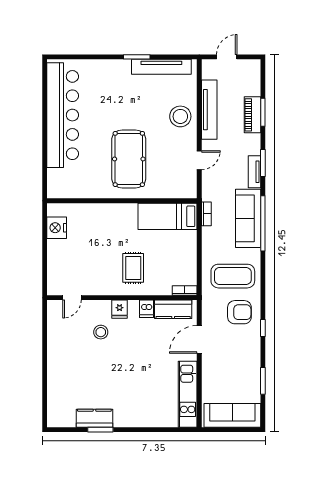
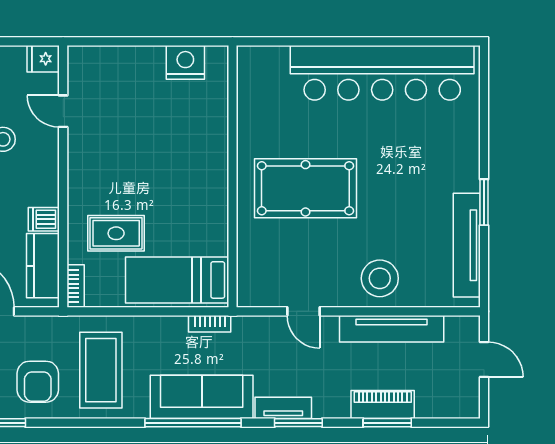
bed: (168, 216) -> (177, 280), moved, turned -90
rug: (133, 268) -> (116, 233), moved
door: (72, 298) -> (63, 111), moved
fridge: (120, 309) -> (43, 59), moved

